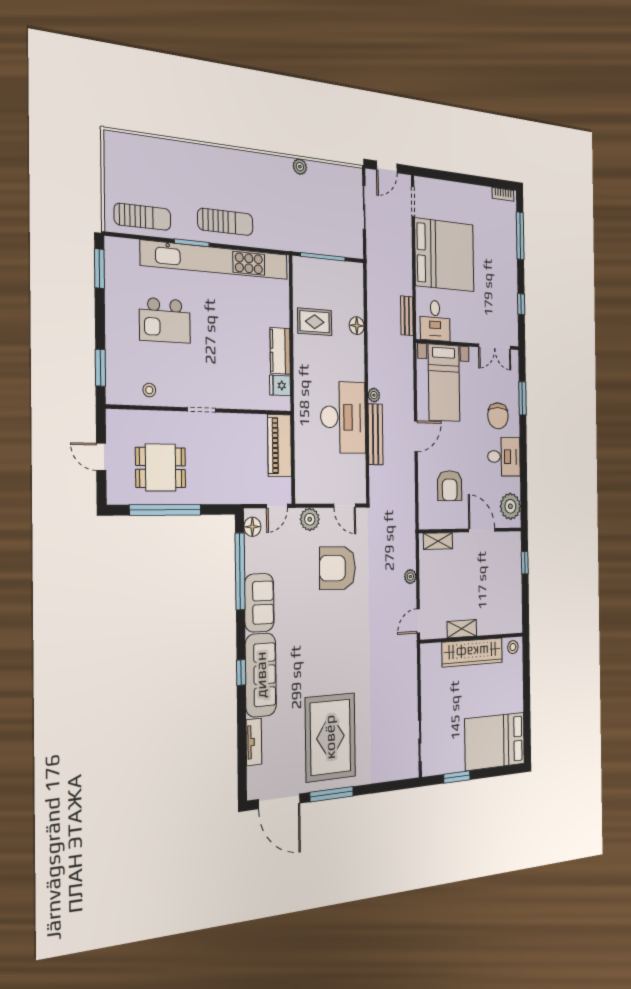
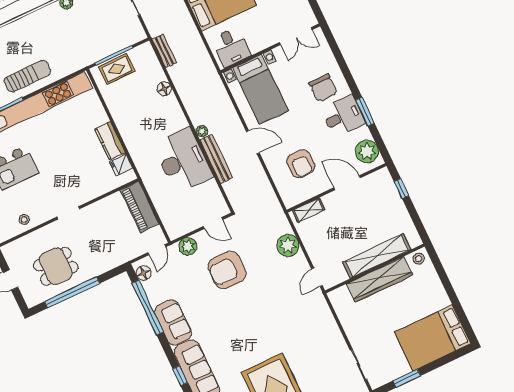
bench: (407, 316) -> (164, 51), moved
rug: (315, 322) -> (117, 69), moved
window: (522, 398) -> (365, 112), moved
door: (416, 436) -> (253, 142), hinge flipped
plant: (410, 577) -> (288, 245), width x1.88, depth x1.88
shelving: (462, 629) -> (377, 256), width x2.20, depth x1.33

